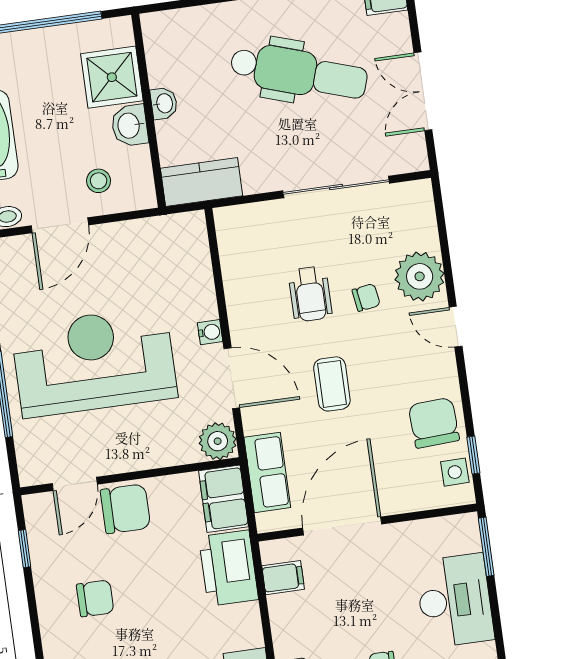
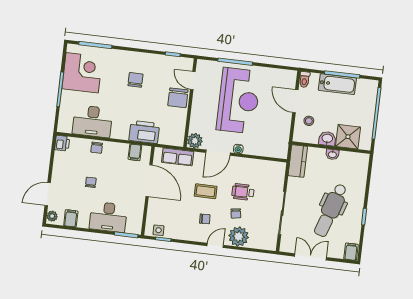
chair: (434, 423) -> (205, 219), moved, width x0.54, depth x0.54
filing cabinet: (224, 499) -> (172, 137), removed
chair: (95, 598) -> (135, 80), moved, turned 180

